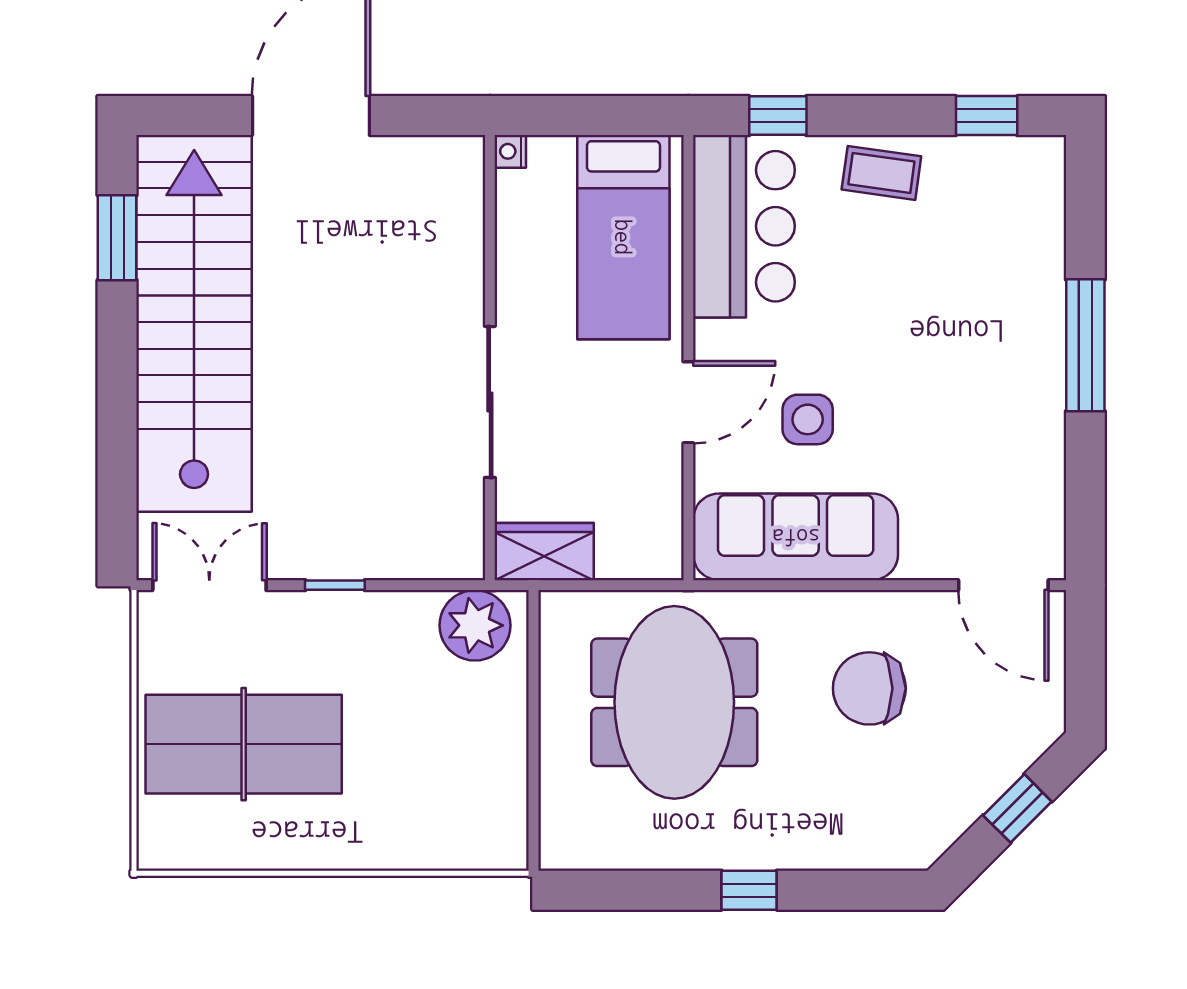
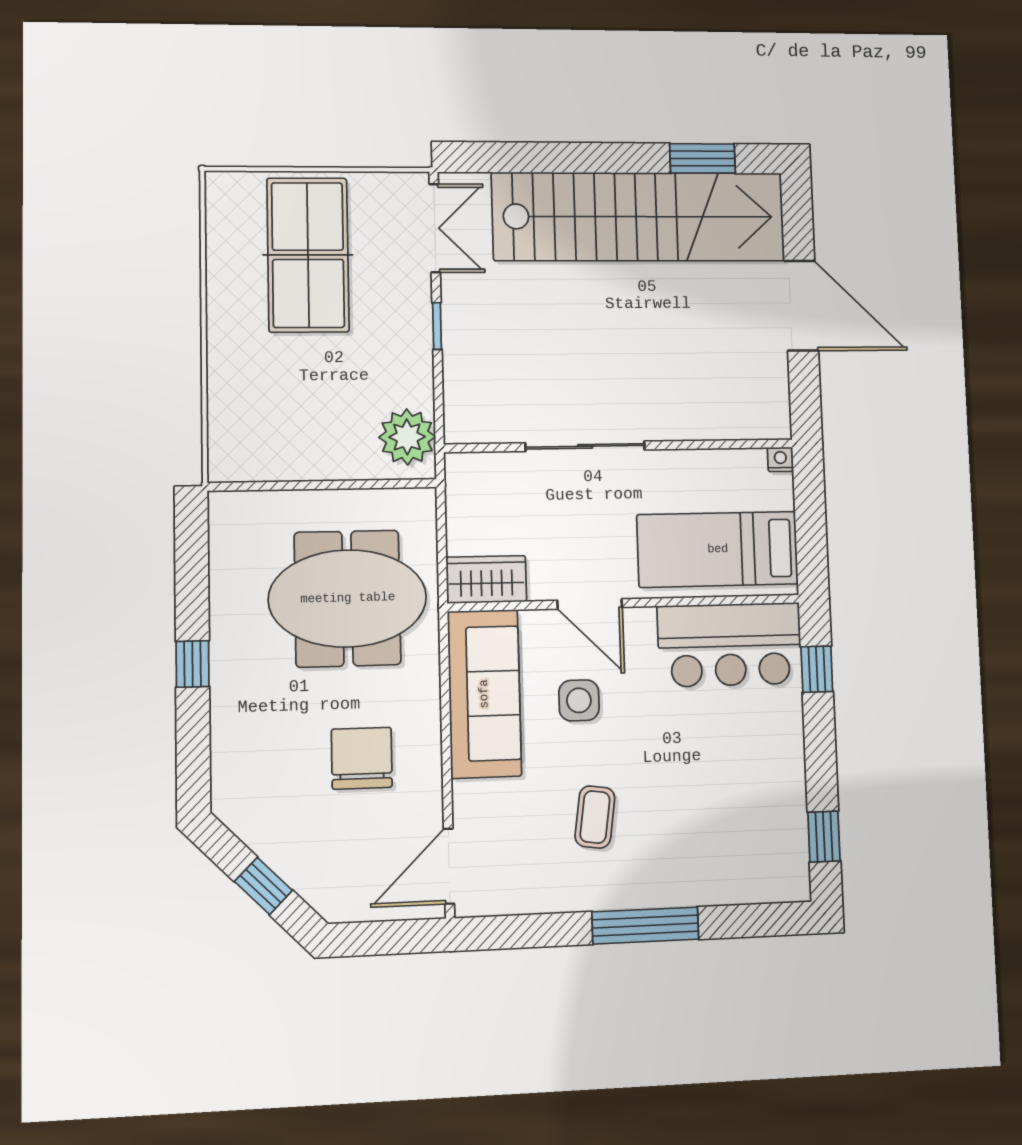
coffee table: (881, 173) -> (595, 817), moved
wardrobe: (544, 552) -> (486, 579), moved, turned -90

